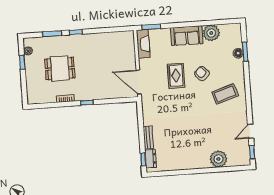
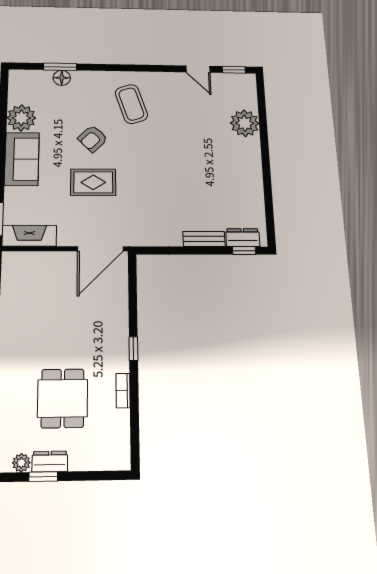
dresser: (29, 65) -> (50, 461), added

